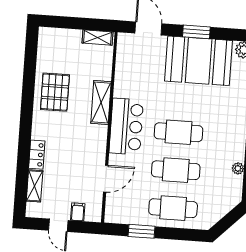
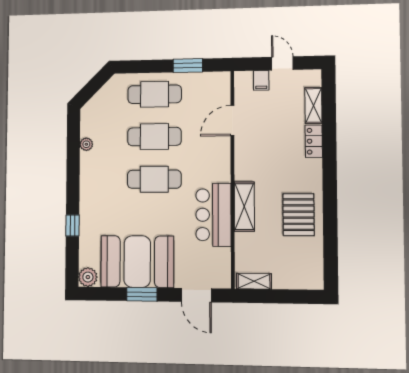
bar counter: (126, 126) -> (213, 215), moved

